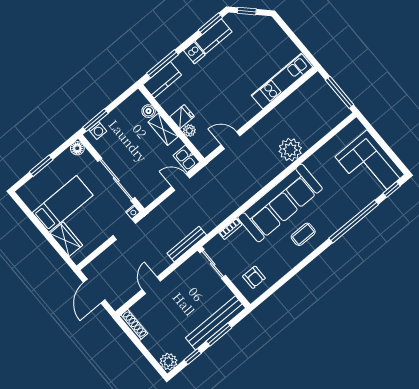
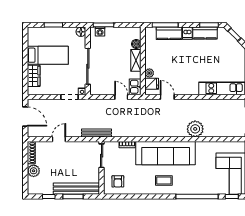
kitchen counter: (162, 80) -> (169, 33), moved
fridge: (182, 117) -> (152, 84), moved
door: (94, 291) -> (25, 116), swing flipped
plant: (169, 362) -> (34, 171), moved

